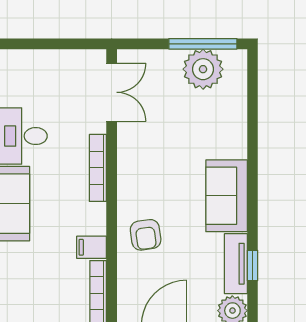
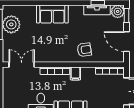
sofa: (227, 196) -> (52, 14), moved
filing cabinet: (92, 247) -> (75, 74), moved

